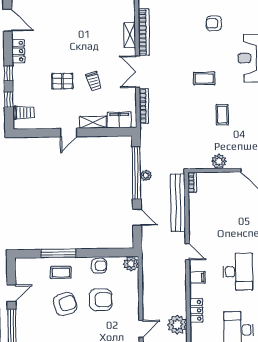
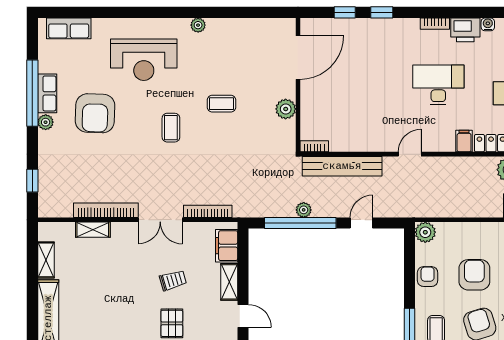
armchair: (214, 23) -> (95, 113), width x1.88, depth x1.88
shelving: (130, 35) -> (93, 230), moved
filing cabinet: (197, 277) -> (464, 141), moved

